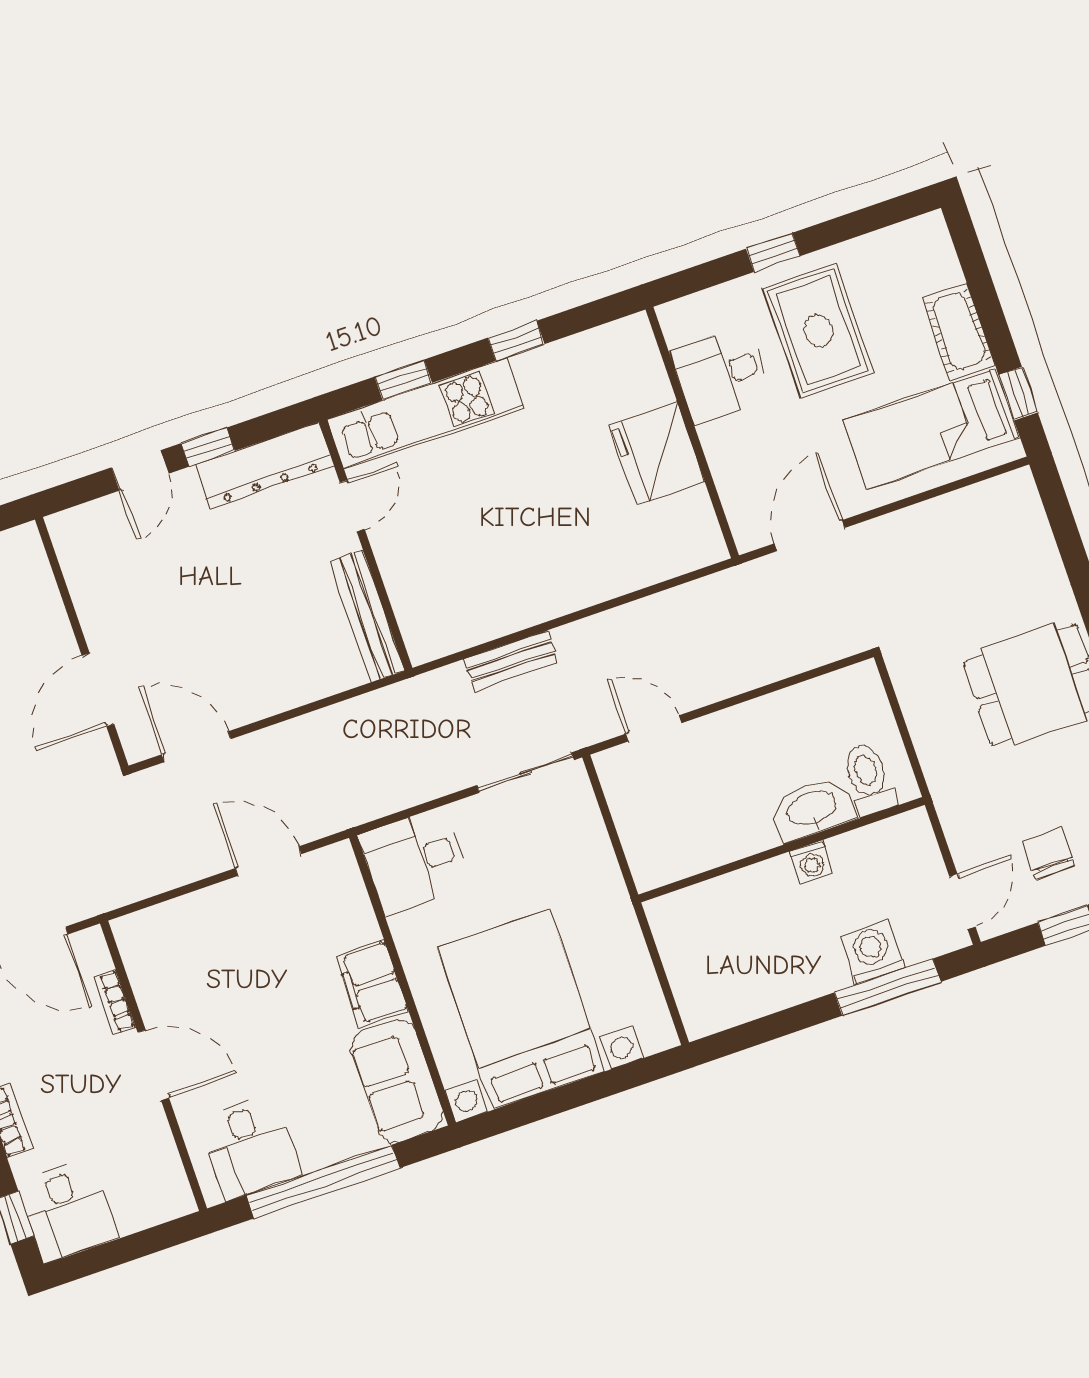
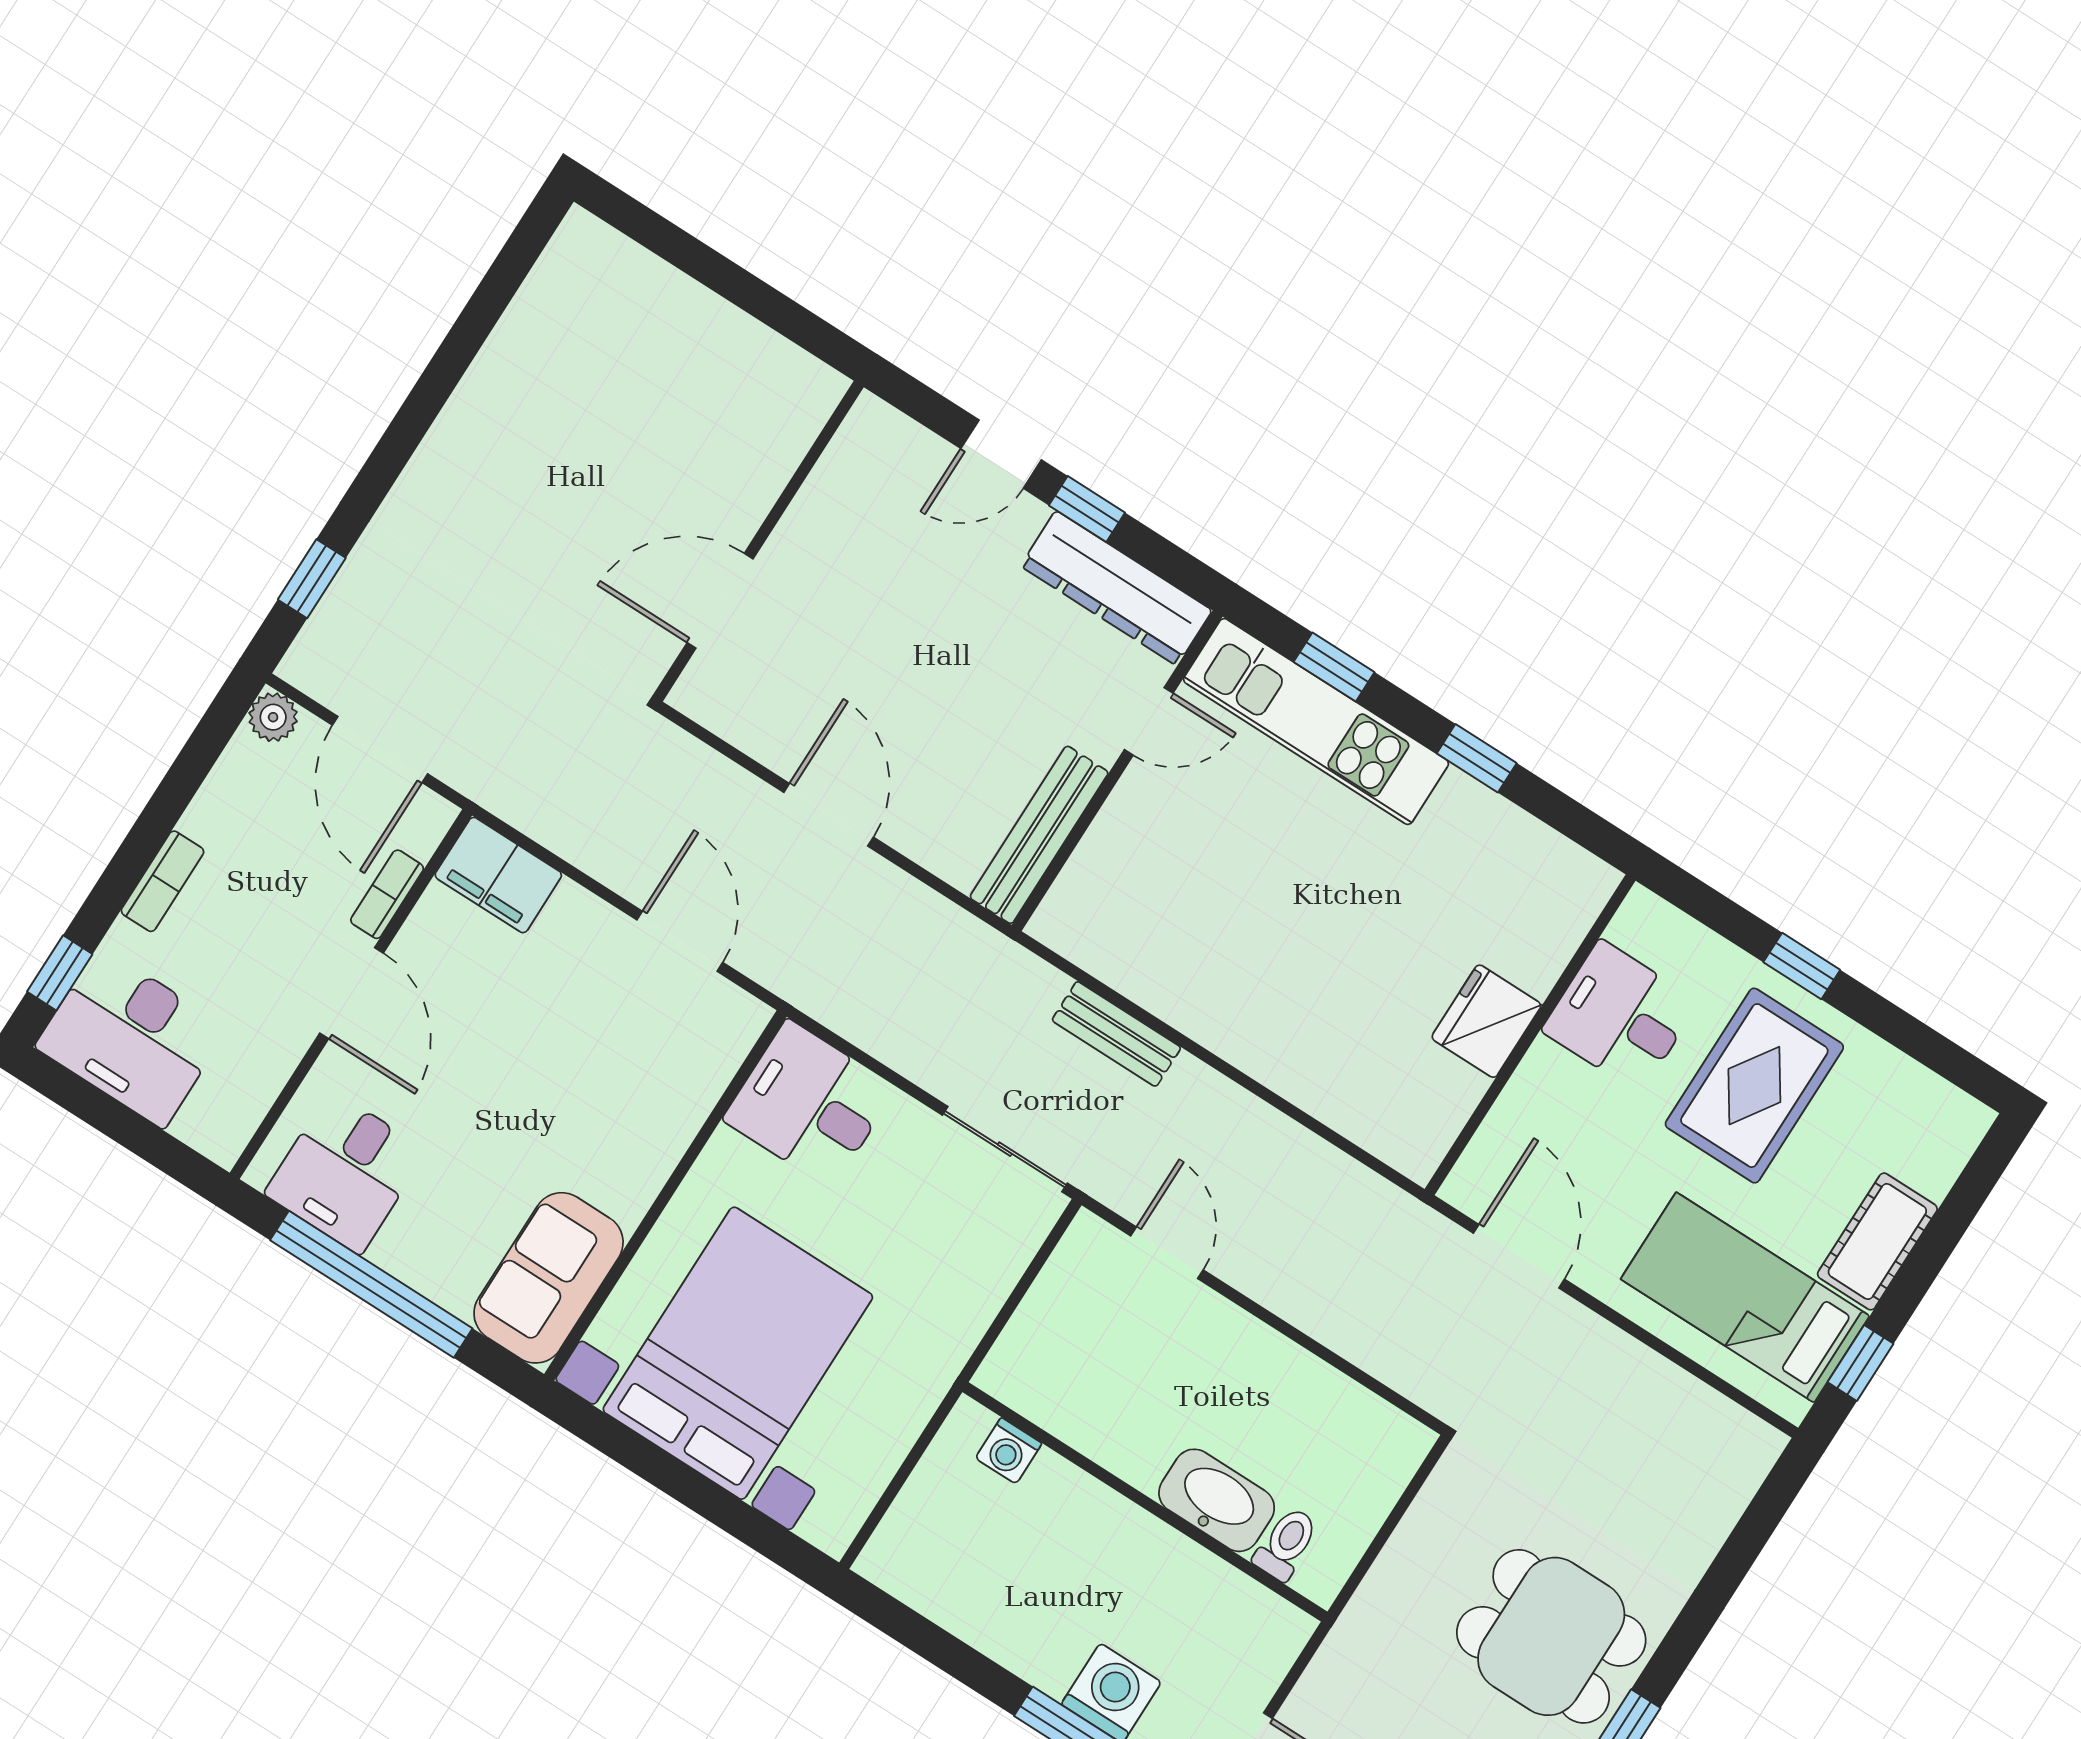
fridge: (657, 454) -> (1486, 1021), width x0.73, depth x0.75
door: (810, 536) -> (1519, 1256), hinge flipped
door: (196, 747) -> (829, 815), moved
toilet: (869, 779) -> (1286, 1544), width x0.73, depth x0.72
washing machine: (811, 862) -> (1009, 1451), moved
filing cabinet: (372, 983) -> (498, 875), moved, turned -90
desk: (67, 1211) -> (131, 1038), width x1.37

